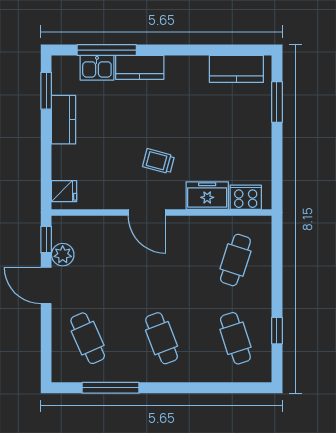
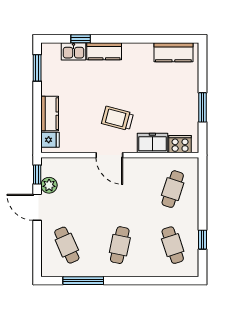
window: (107, 50) -> (81, 39), width x0.46
window: (277, 102) -> (202, 107), moved
kitchen counter: (64, 120) -> (50, 114), moved
trolley: (158, 161) -> (118, 118), width x1.36, depth x1.39
cafe table: (162, 338) -> (120, 245), turned 33

